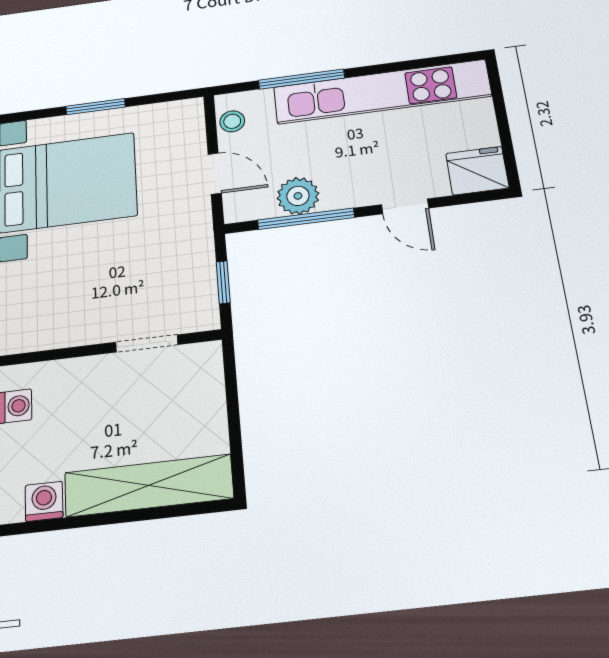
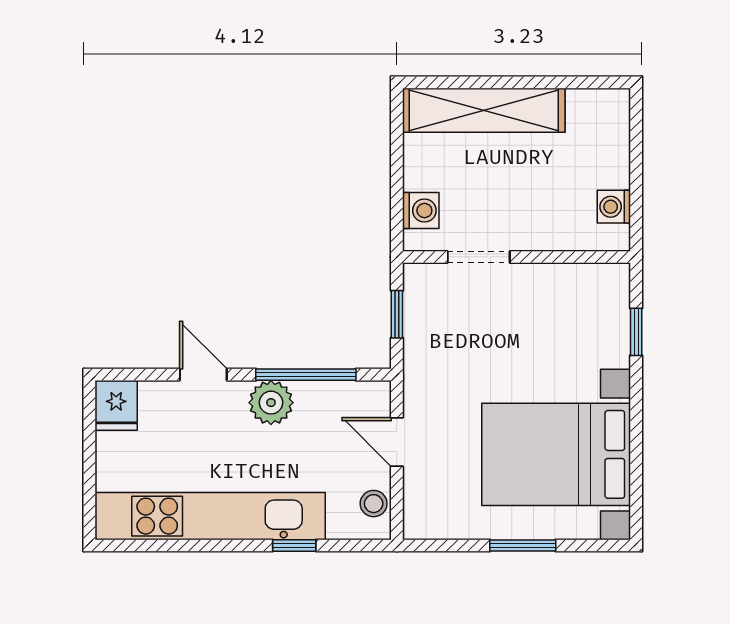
window: (301, 79) -> (294, 546), width x0.46
fridge: (477, 171) -> (116, 405), width x0.72
plant: (298, 196) -> (271, 403), moved
washing machine: (44, 501) -> (421, 210), moved, turned -90

